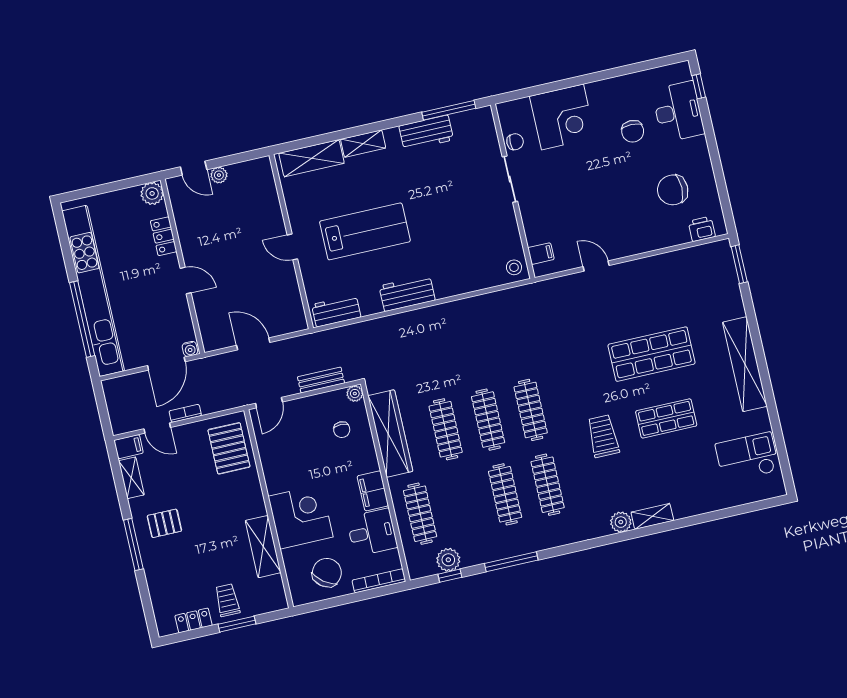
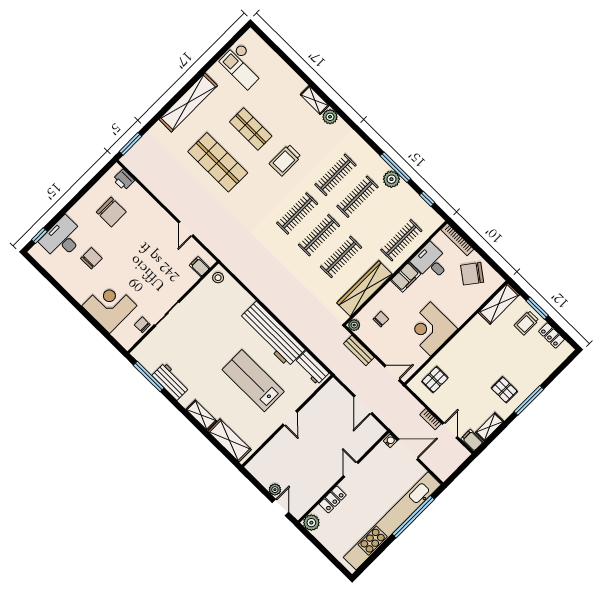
workbench: (407, 293) -> (272, 334), width x1.88, depth x1.32
pallet: (229, 448) -> (435, 380), width x0.67, depth x0.71
corner desk: (301, 517) -> (431, 329), moved
shelving: (263, 547) -> (499, 304), moved
plant: (448, 560) -> (391, 179), moved

